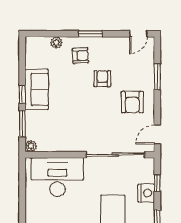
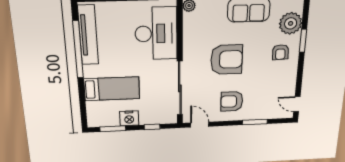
window: (90, 34) -> (303, 41), moved
plant: (56, 43) -> (291, 23), width x1.88, depth x1.88
armchair: (102, 79) -> (227, 60), moved, width x1.88, depth x1.88
nightstand: (146, 193) -> (129, 118), moved

